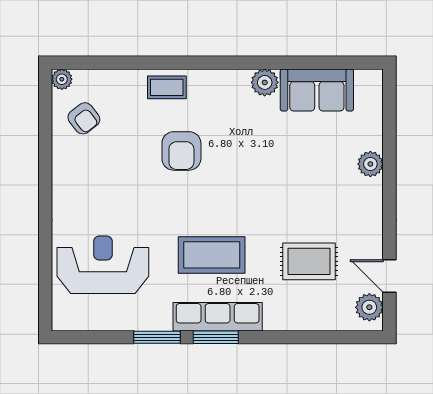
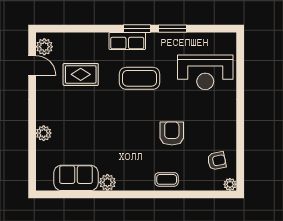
armchair: (84, 118) -> (217, 161), turned 117
armchair: (181, 151) -> (172, 133), moved
row of seats: (218, 317) -> (127, 41), width x0.68

